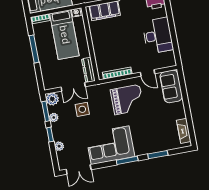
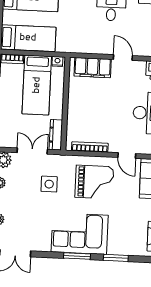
double door: (73, 87) -> (32, 151), swing flipped
side table: (82, 109) -> (49, 184), moved
corner sofa: (110, 145) -> (80, 234), moved

